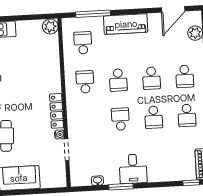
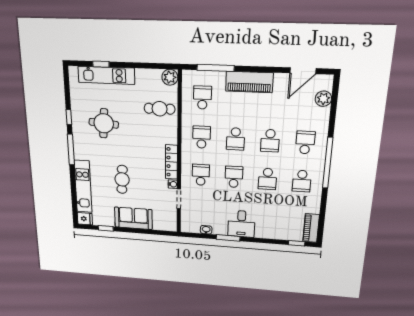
cafe table: (42, 58) -> (160, 109), added
school desk: (185, 76) -> (305, 142), turned 180
school desk: (87, 121) -> (201, 175), added

